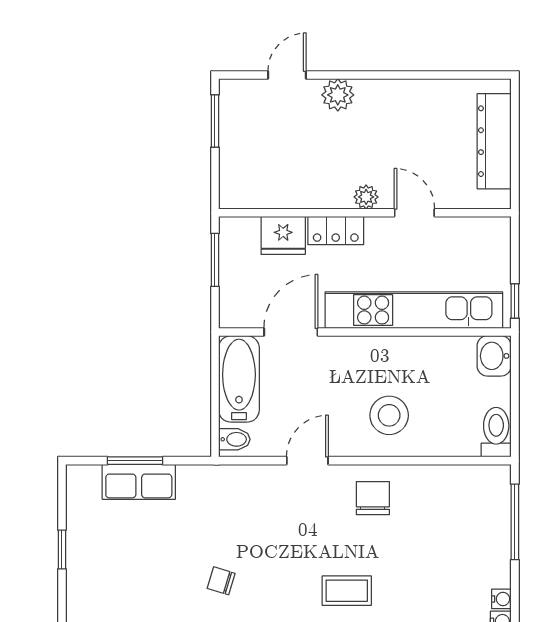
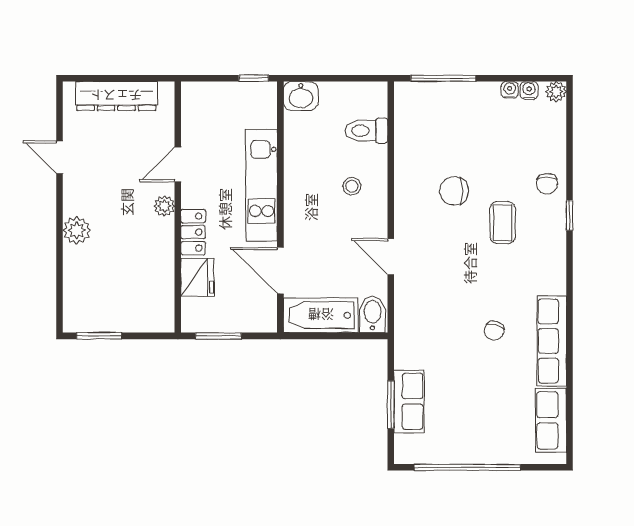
door: (287, 75) -> (60, 157), moved
kitchen unit: (414, 310) -> (261, 185), width x0.73
stool: (389, 415) -> (352, 186), width x0.53, depth x0.53
toilet: (496, 432) -> (366, 131), moved
bidet: (234, 439) -> (373, 314), width x1.38, depth x1.36
chair: (373, 498) -> (454, 191), moved
window: (62, 550) -> (467, 467), width x3.17

